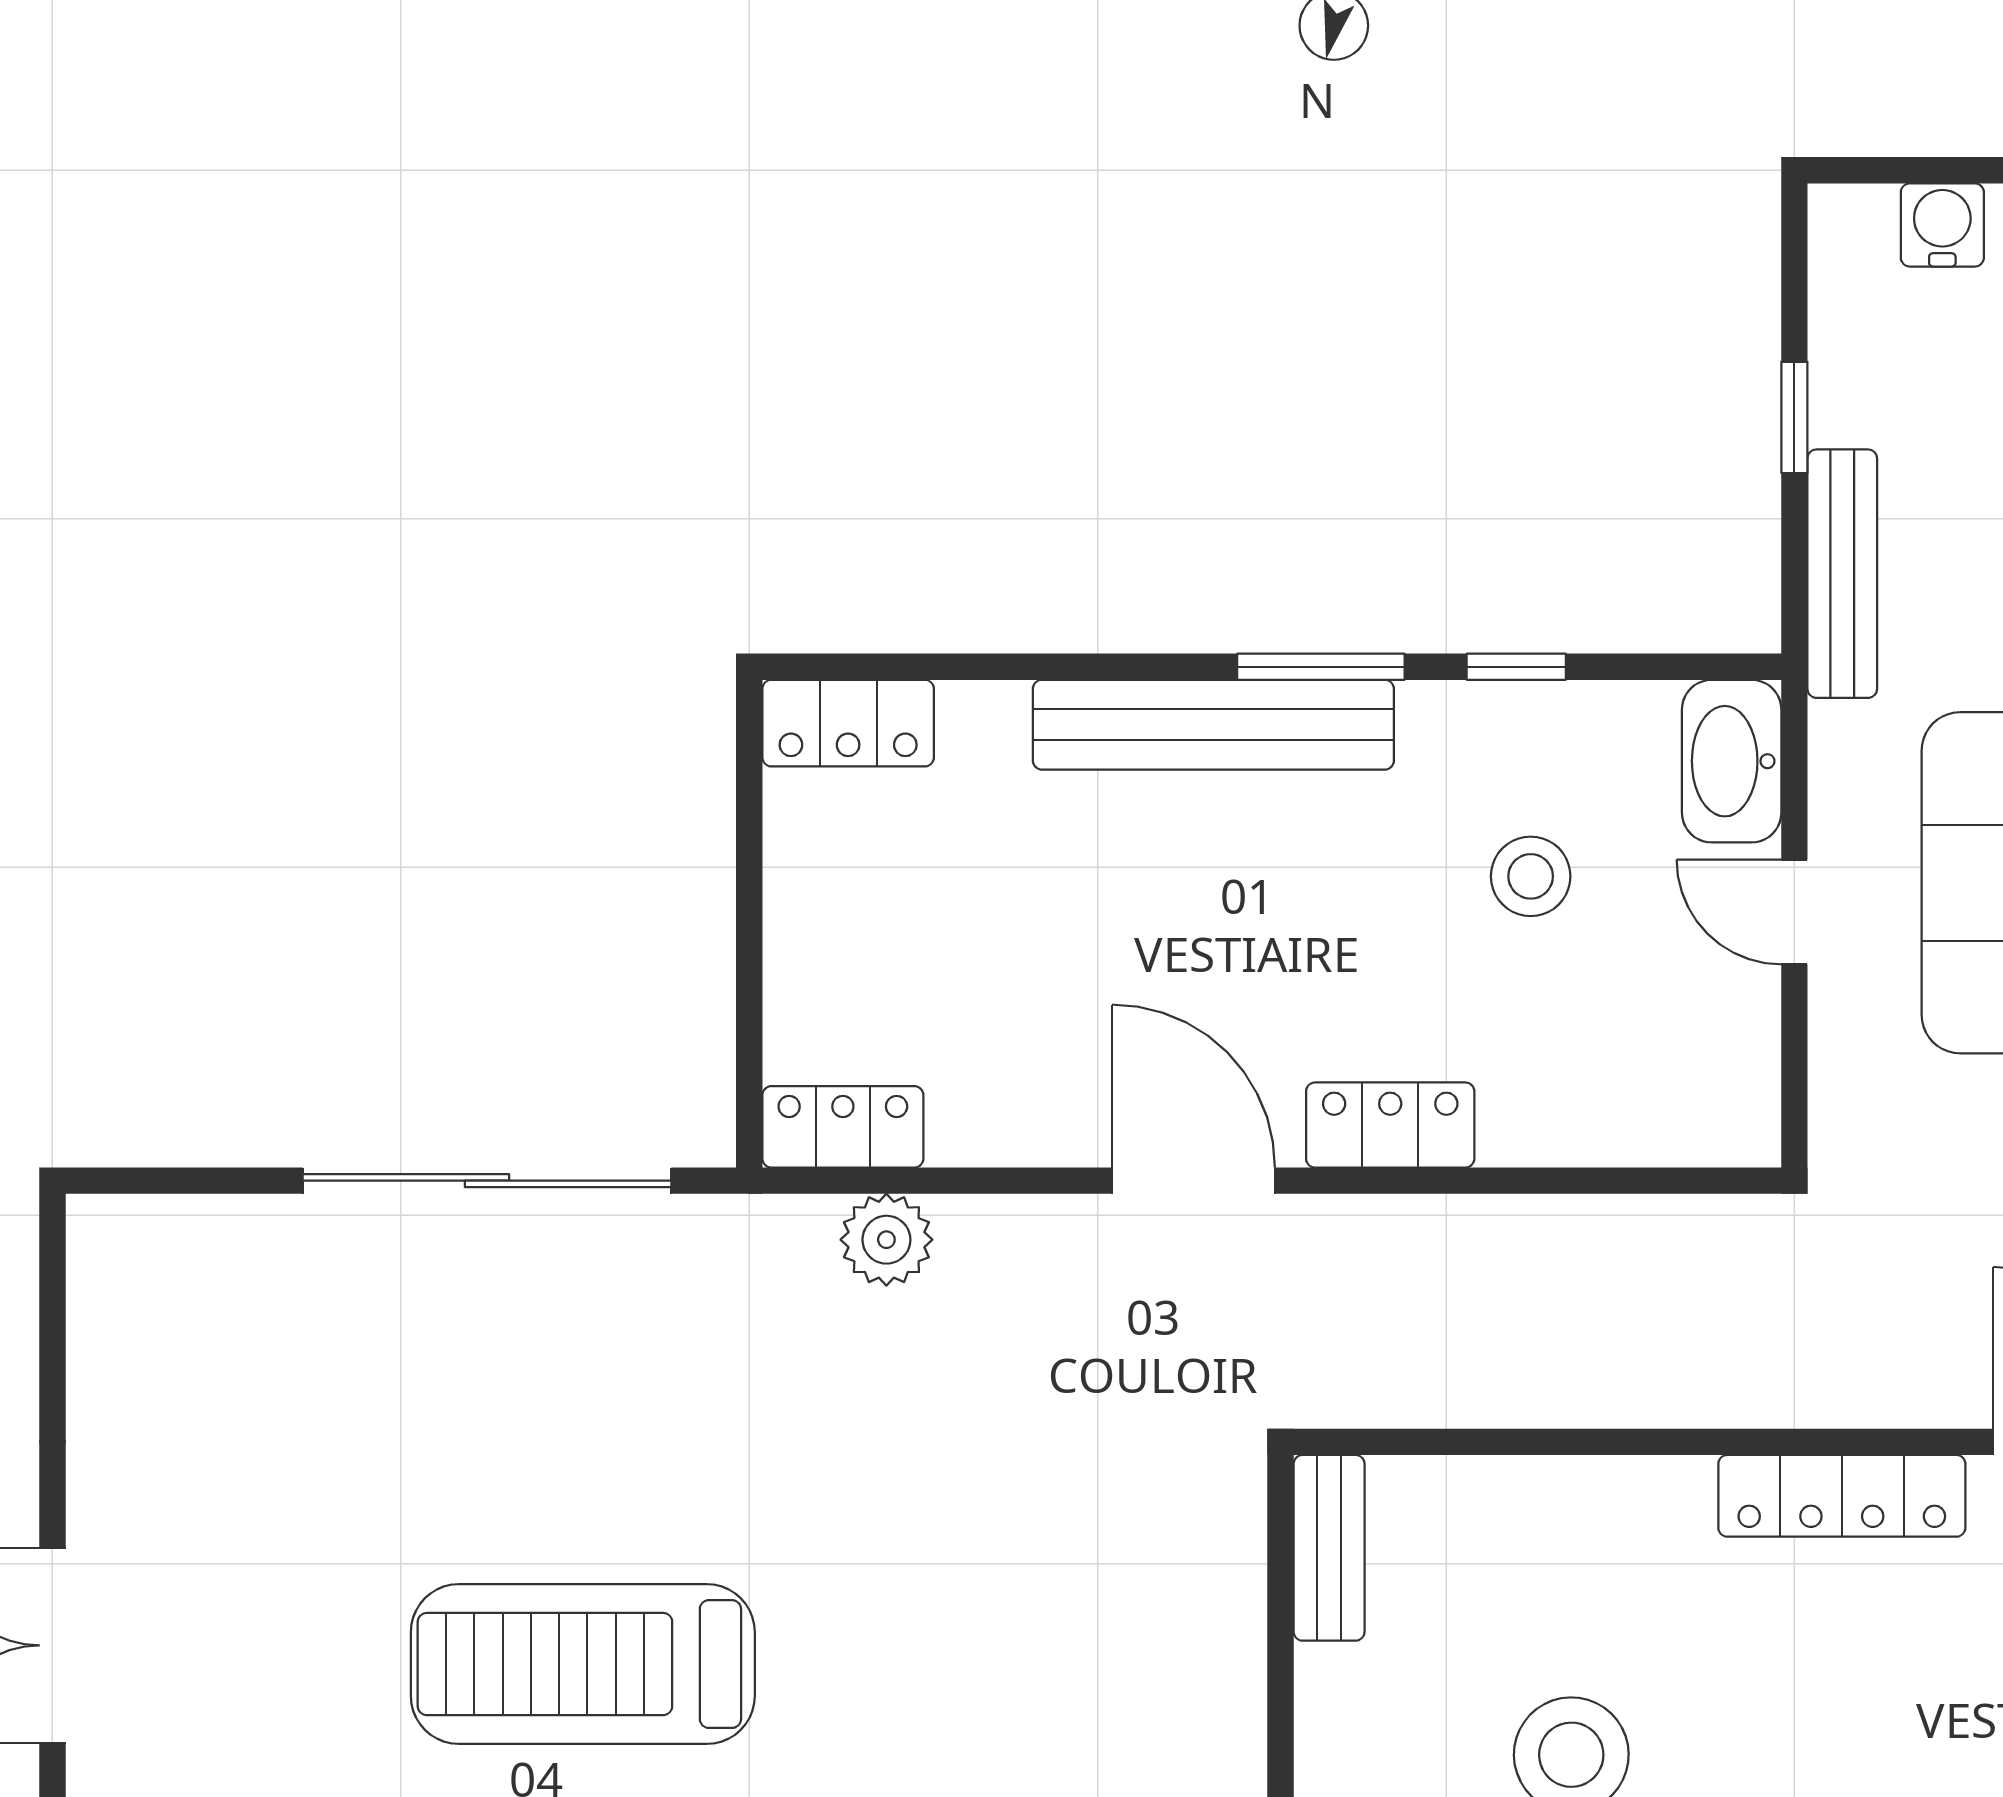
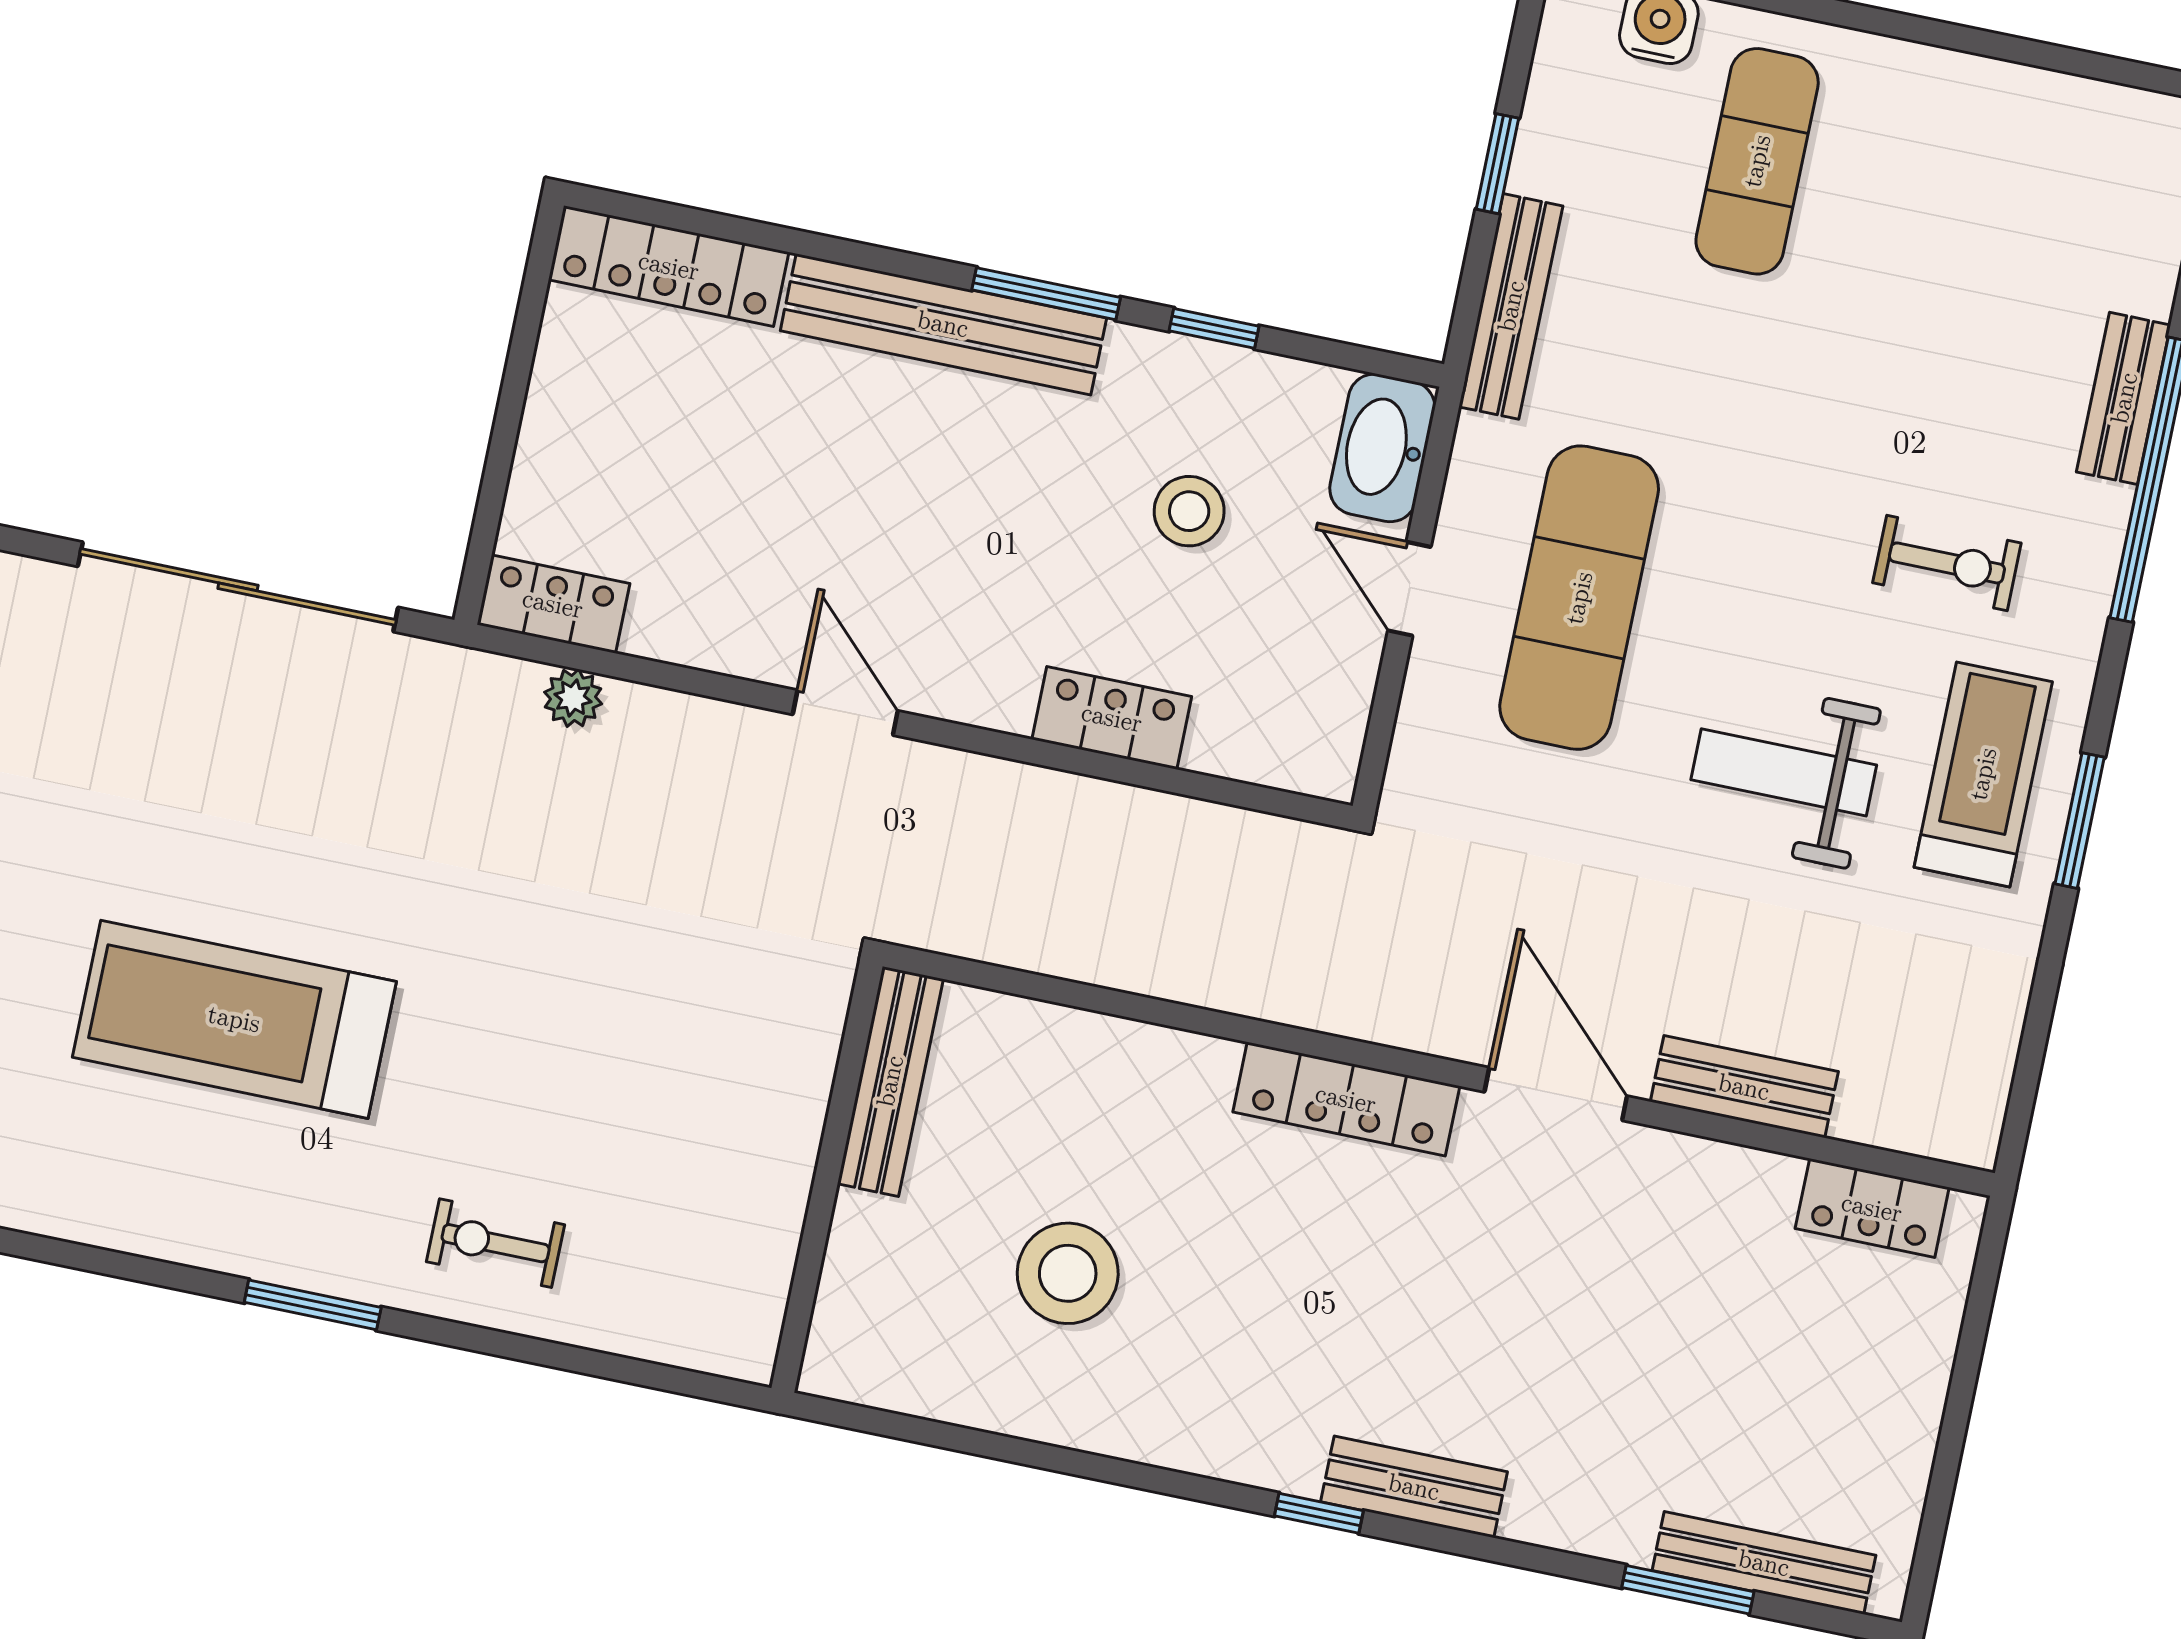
locker: (848, 723) -> (669, 266), width x1.53
locker: (1390, 1125) -> (1112, 718), moved
door: (1194, 1181) -> (845, 713), width x0.73
plant: (886, 1240) -> (573, 698), width x0.73, depth x0.73
bench: (1329, 1548) -> (890, 1081), width x1.36

